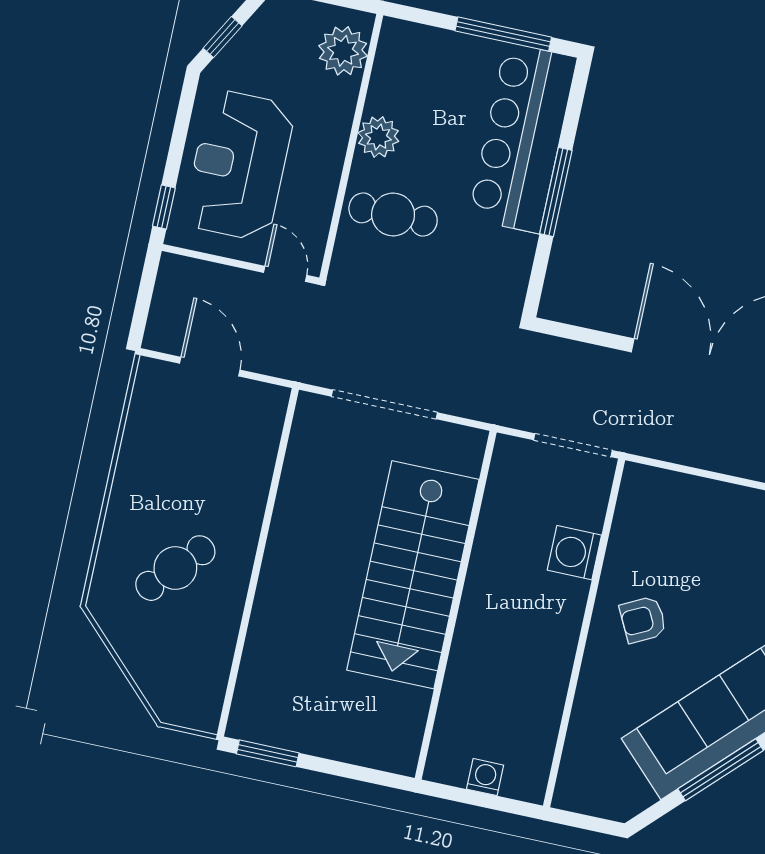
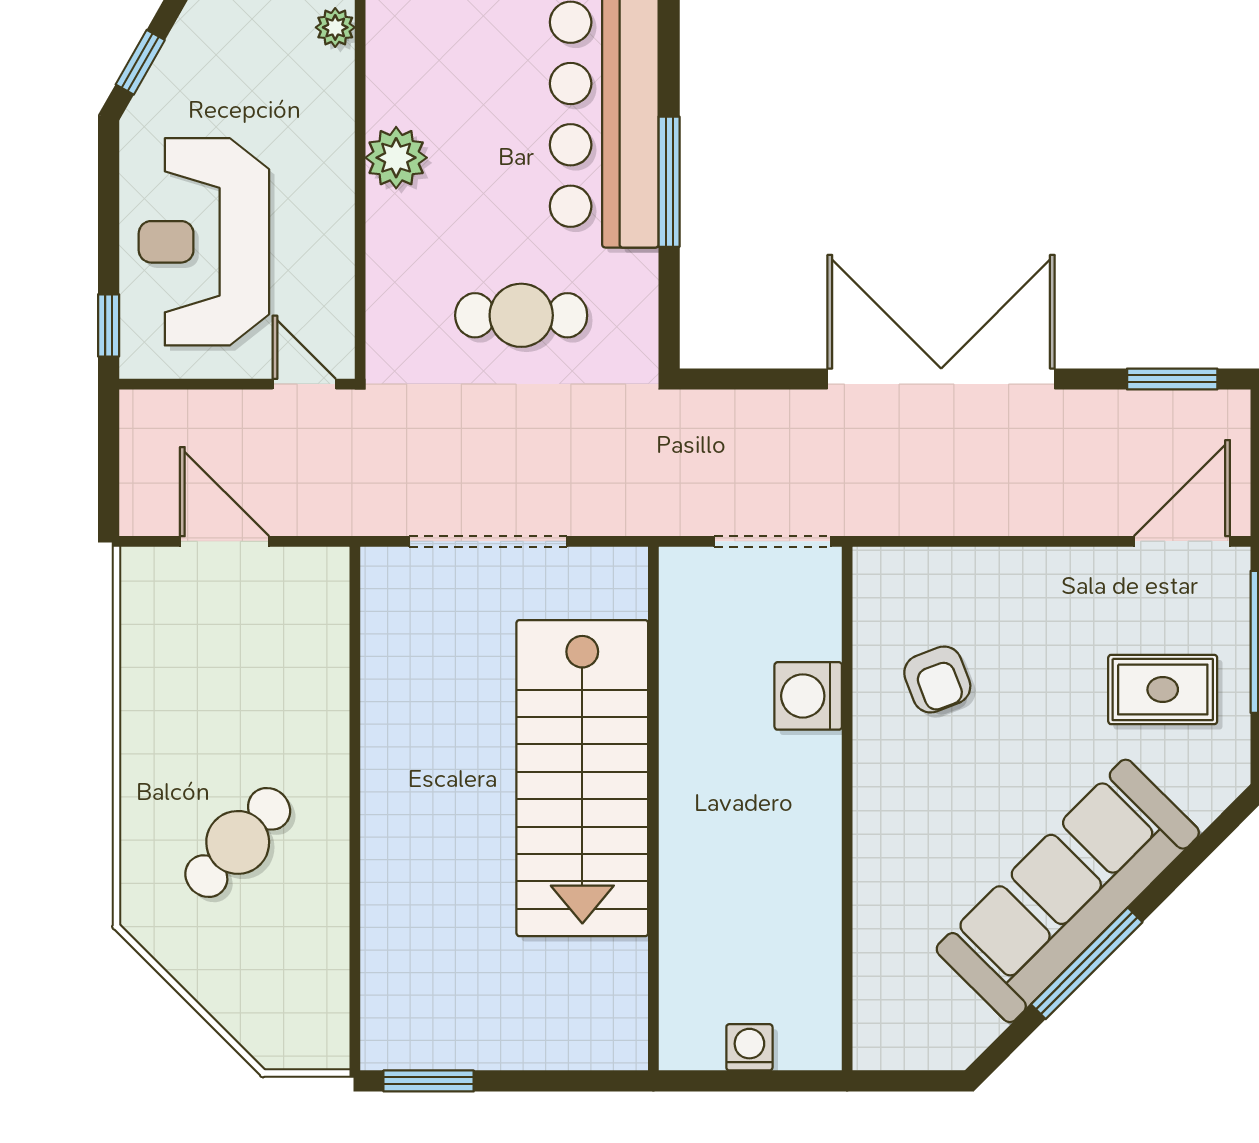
plant: (343, 51) -> (335, 27), width x0.53, depth x0.53
cafe table: (393, 214) -> (521, 315), moved
armchair: (643, 620) -> (937, 680), moved, turned -84

